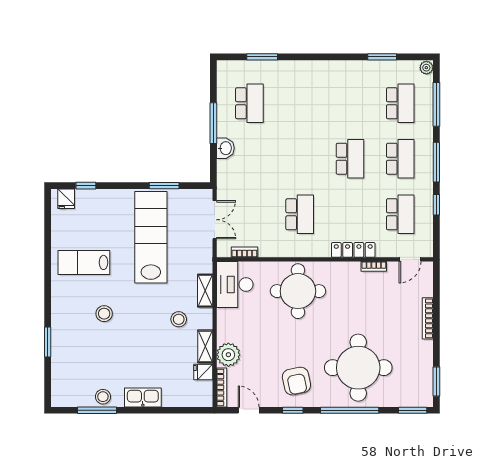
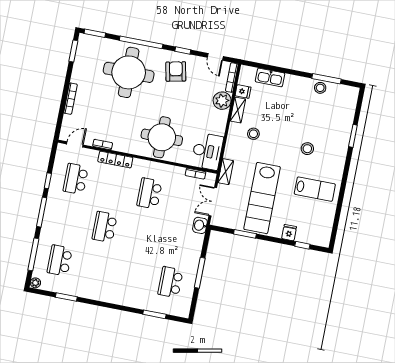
washbasin: (225, 148) -> (200, 225), moved
school desk: (400, 159) -> (68, 220), removed
fridge: (66, 199) -> (289, 233), moved
shelving: (205, 291) -> (226, 172), moved
kitchen sink: (143, 397) -> (270, 77), moved

